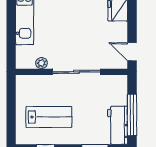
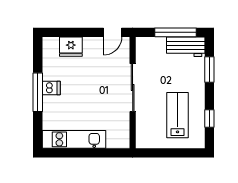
plant: (42, 63) -> (124, 122), removed

